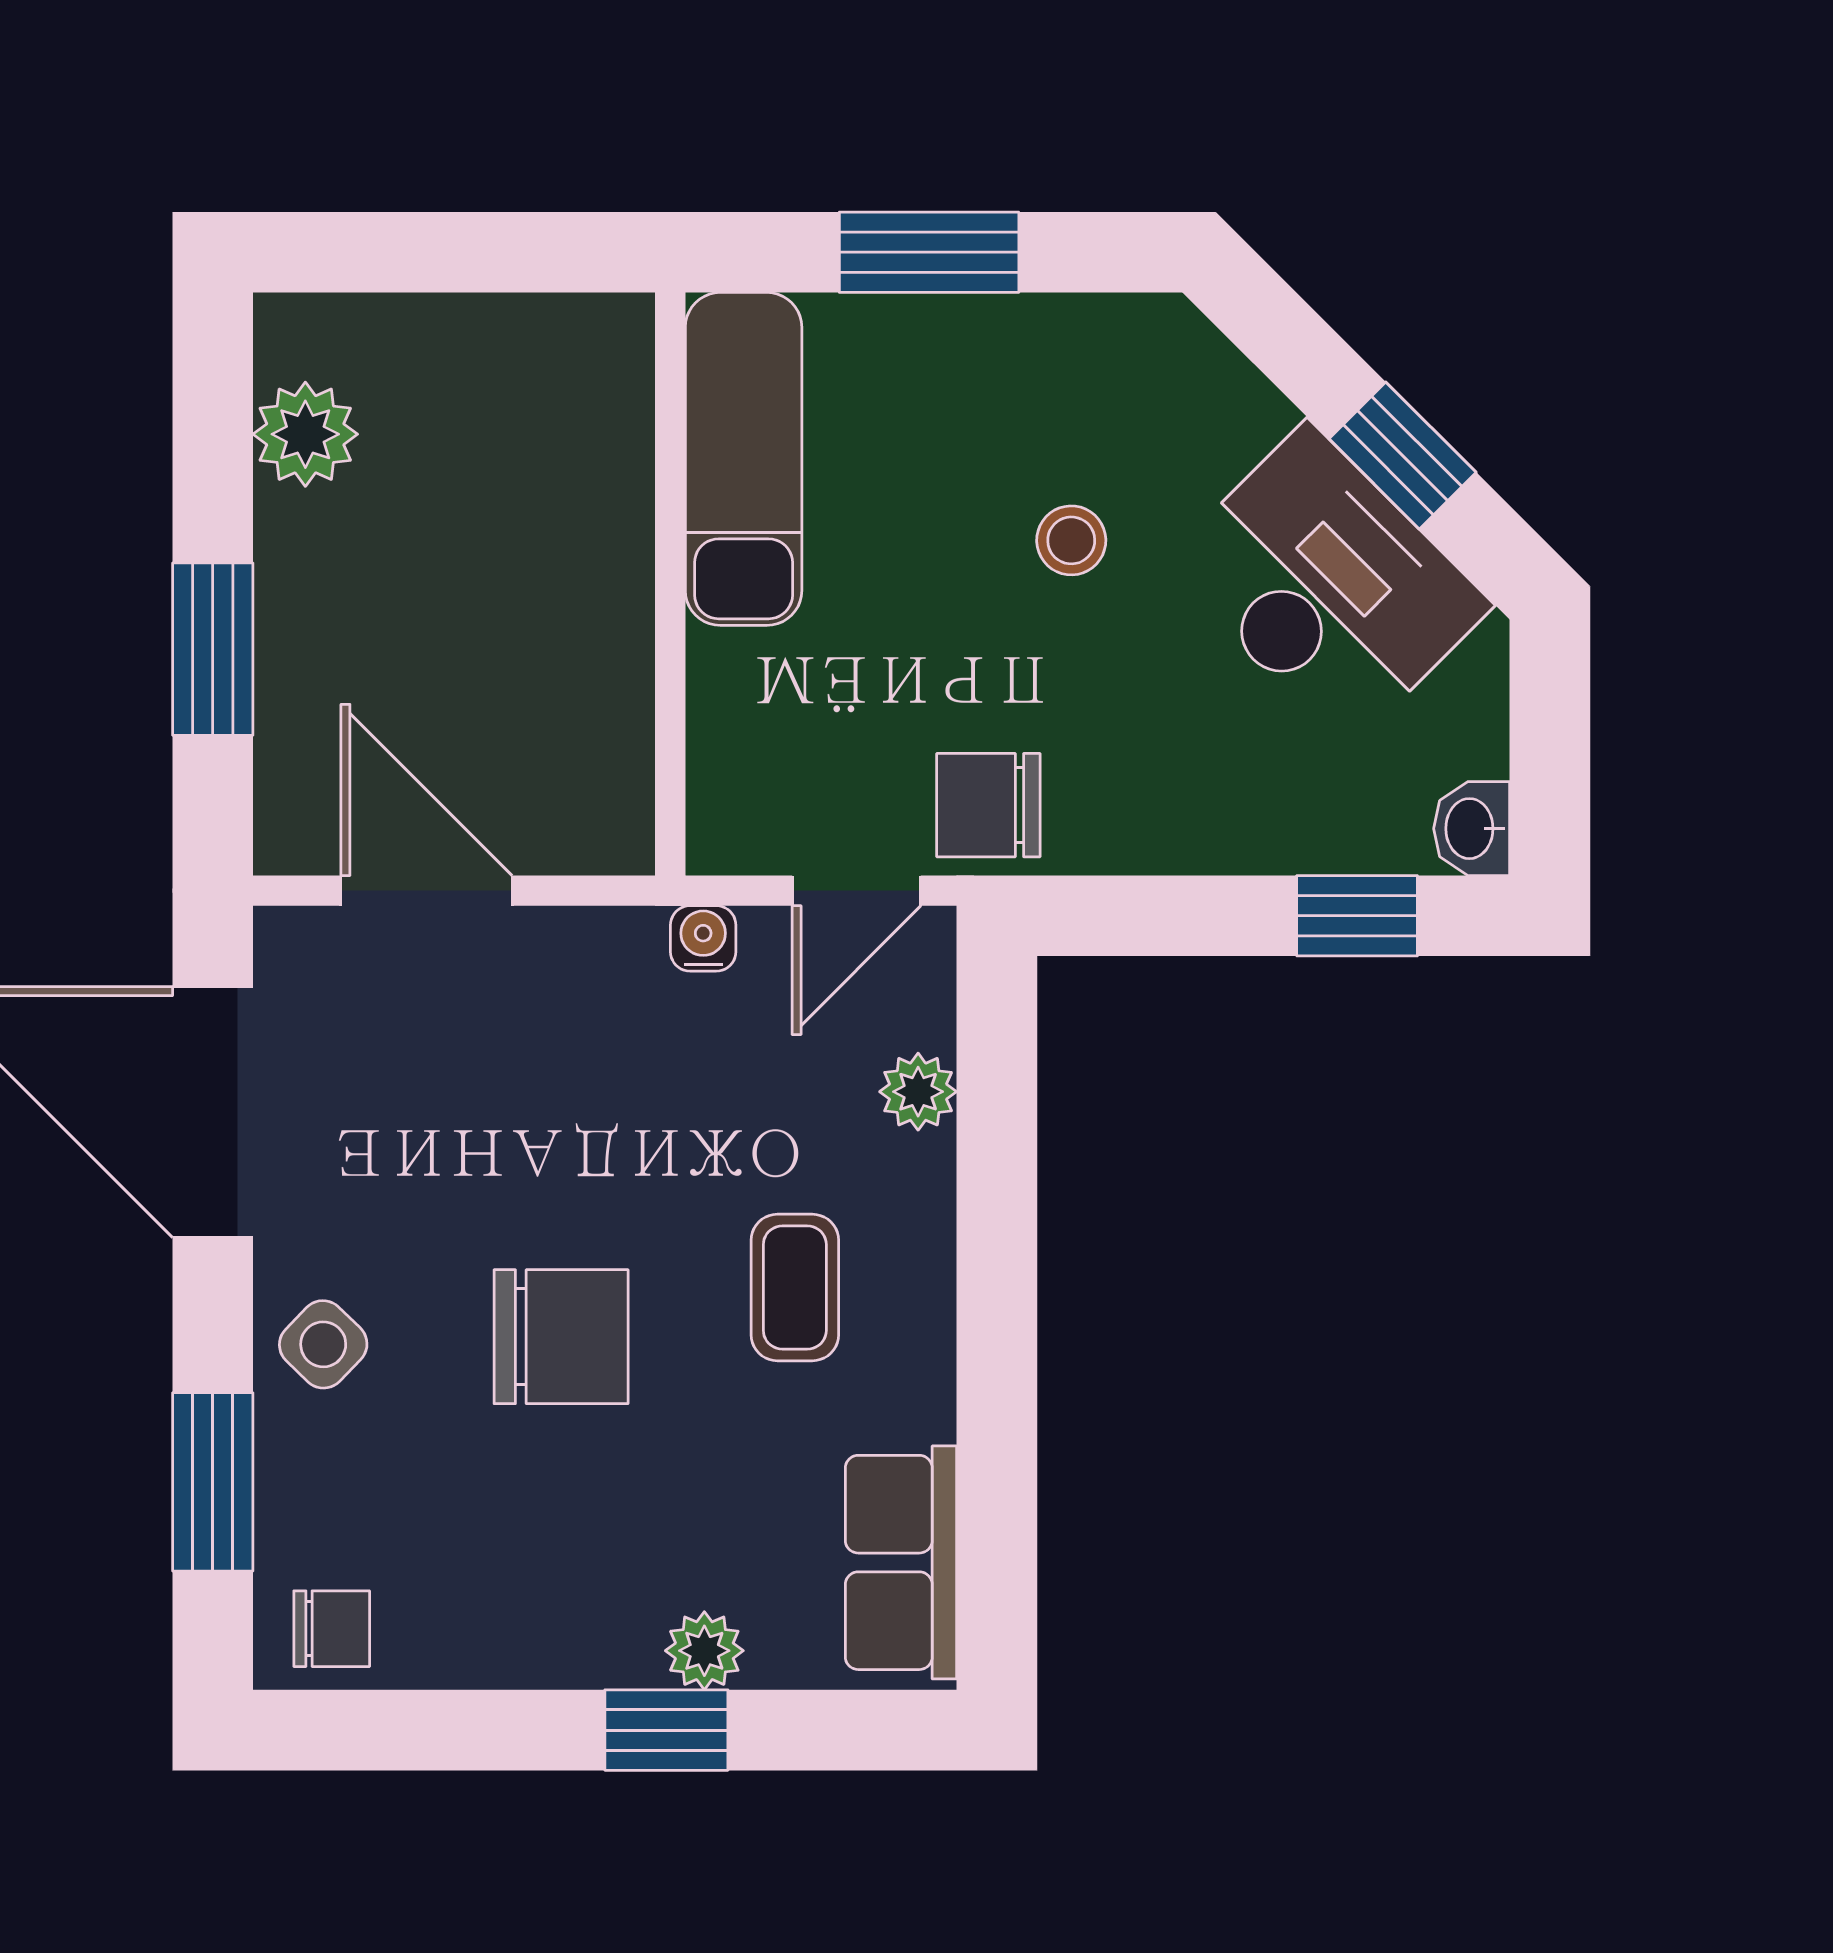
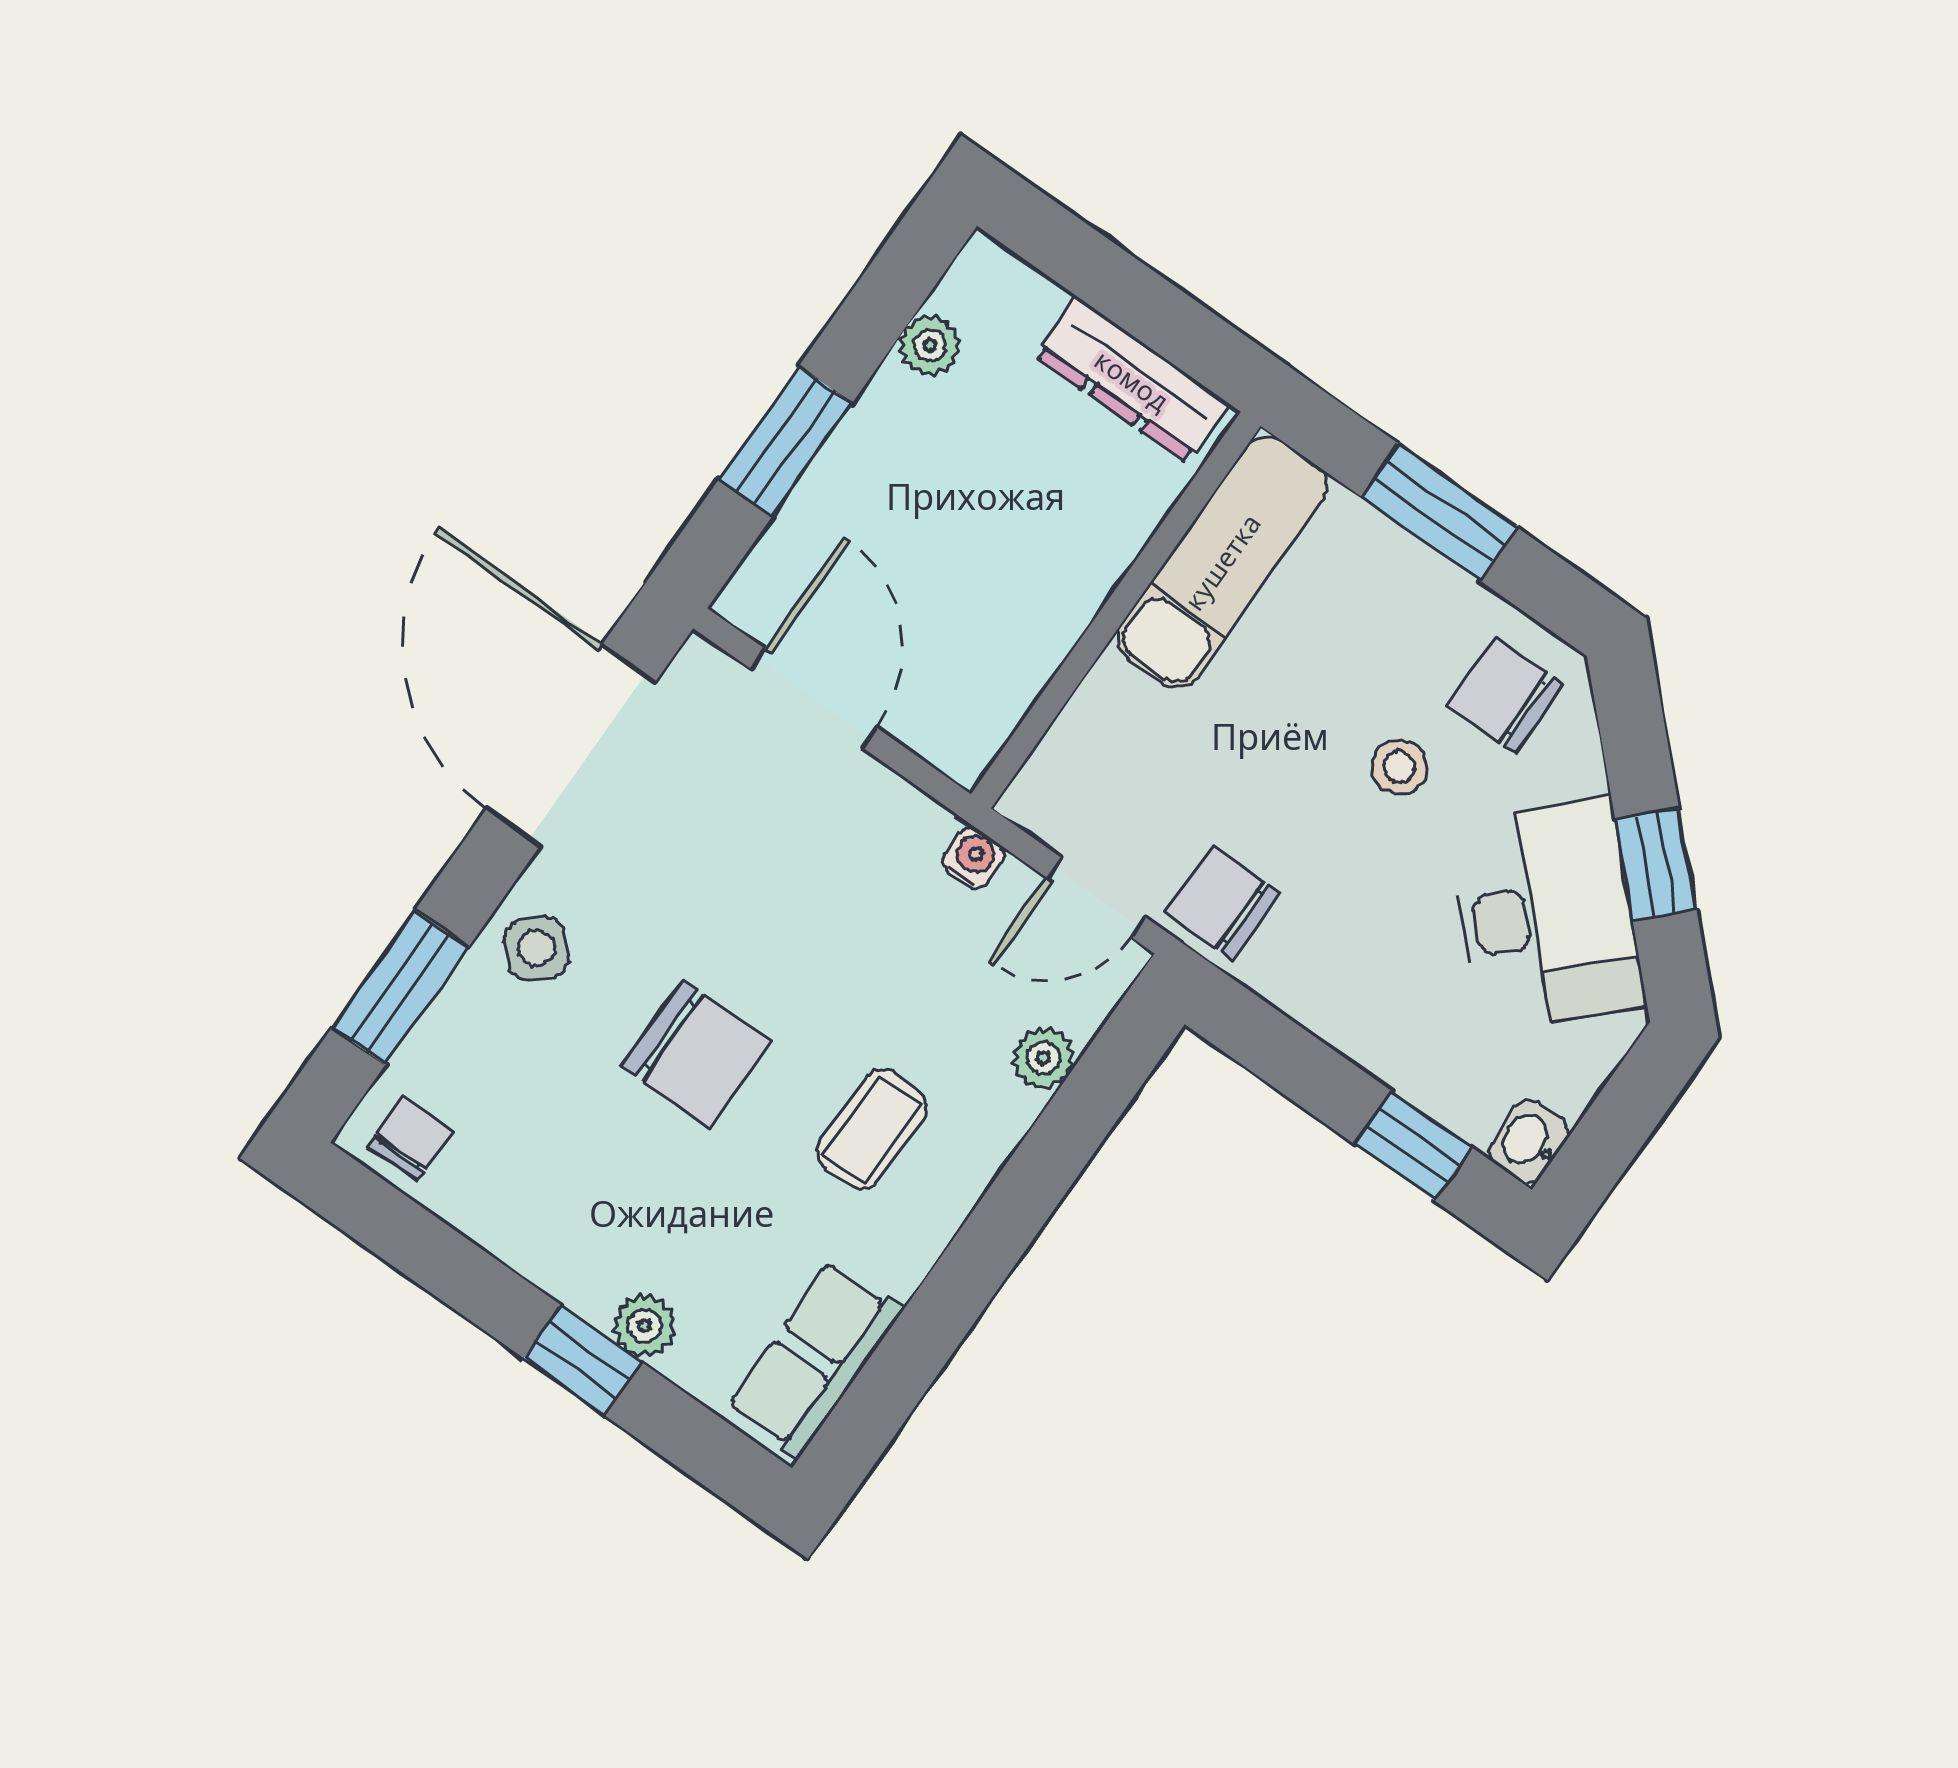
dresser: (521, 338) -> (1132, 380), added
chair: (1127, 391) -> (1505, 695), added
plant: (305, 434) -> (930, 346), width x0.73, depth x0.73
chair: (332, 1629) -> (410, 1139), turned -90

